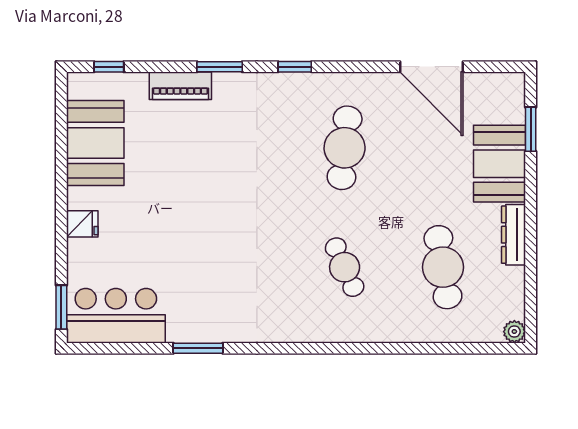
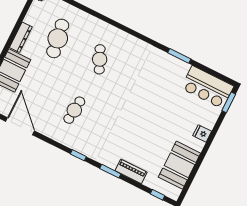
cafe table: (345, 148) -> (74, 110), width x0.73, depth x0.74

